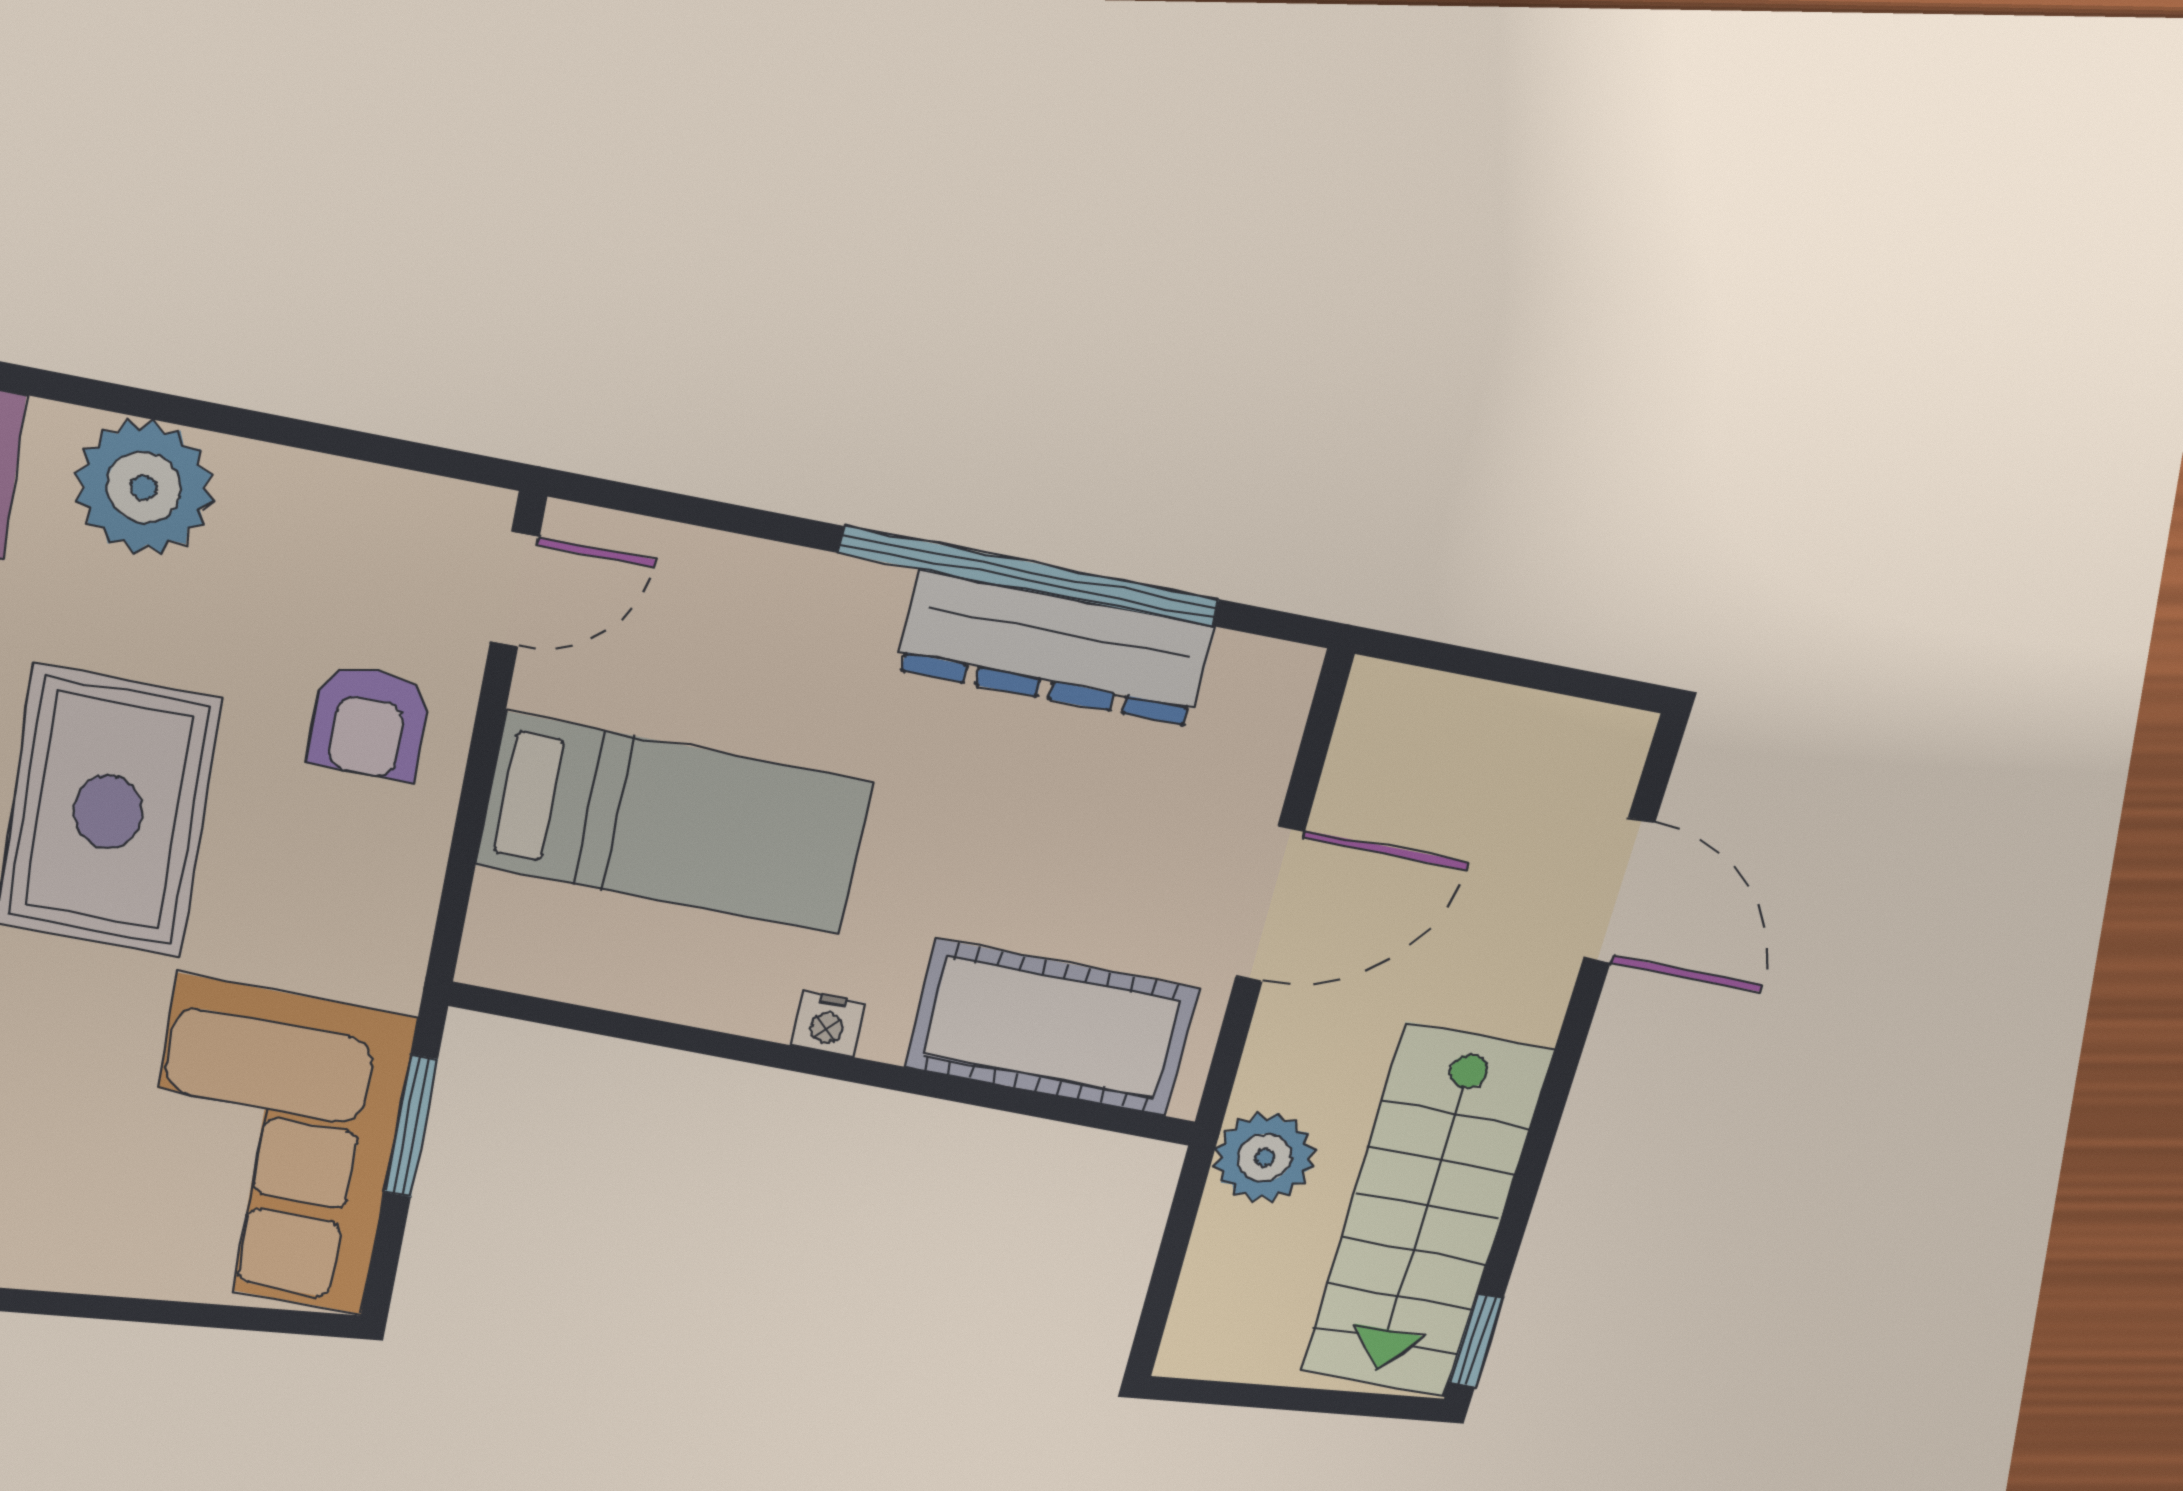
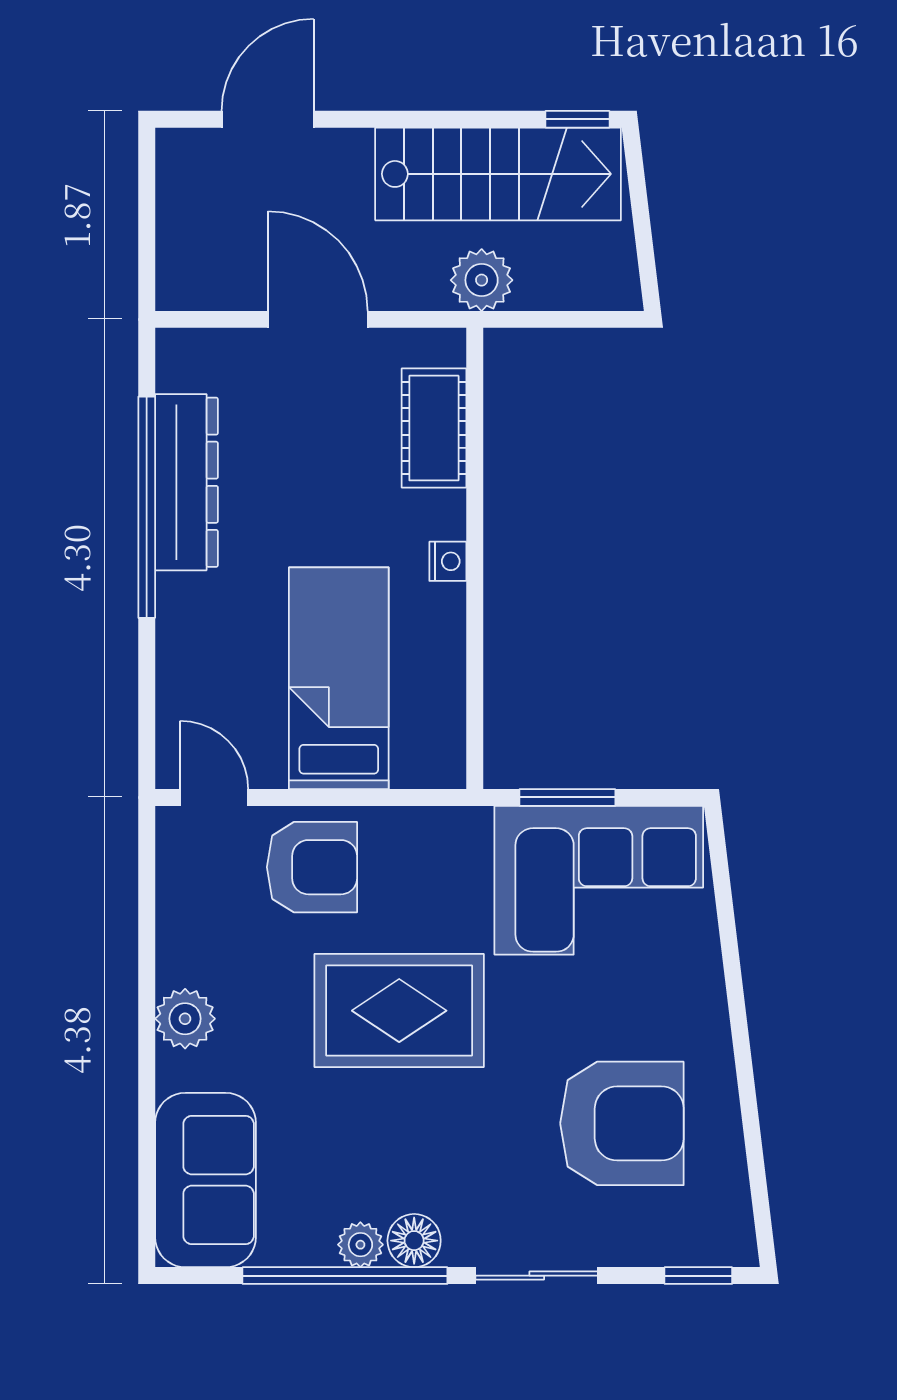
plant: (144, 487) -> (185, 1019), width x0.73, depth x0.73
armchair: (369, 722) -> (312, 867), width x1.38, depth x1.38
cot: (1051, 1028) -> (434, 428), width x0.73, depth x0.75

